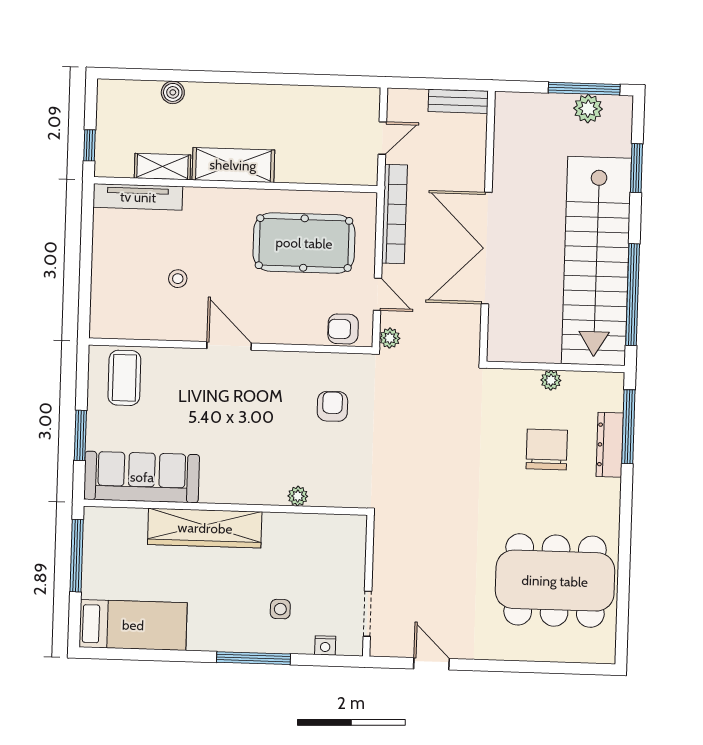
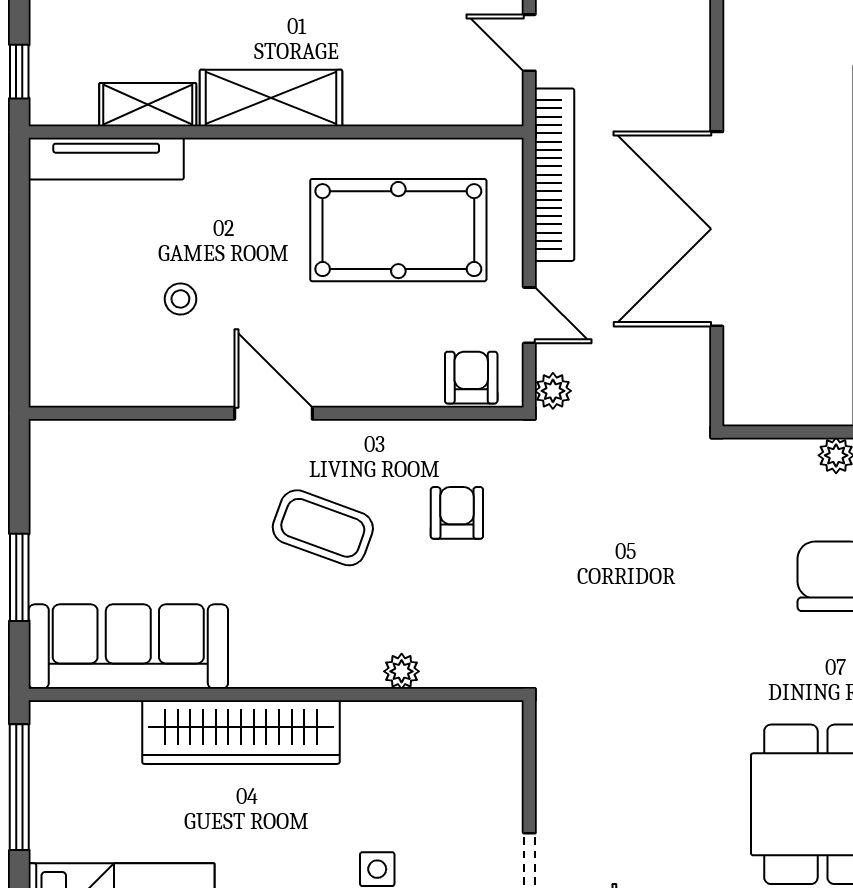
door: (382, 138) -> (529, 43), swing flipped
armchair: (343, 329) -> (471, 378), turned 90
coffee table: (124, 378) -> (323, 528), moved, turned -70

